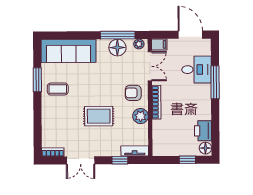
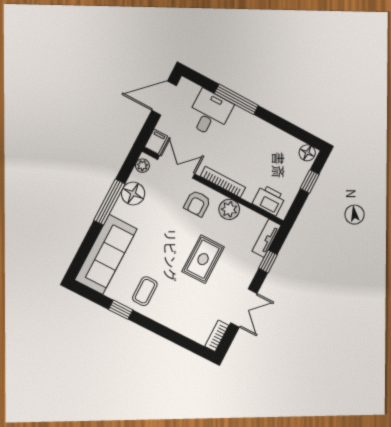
window: (118, 35) -> (109, 202), moved
window: (37, 80) -> (121, 310), width x0.67
printer: (203, 131) -> (269, 200), moved, turned 180

